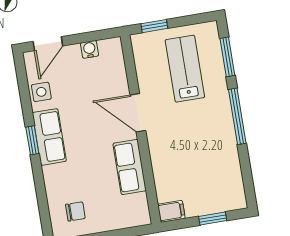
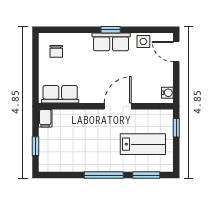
water cooler: (90, 49) -> (167, 93), moved
row of seats: (130, 167) -> (60, 94), moved

